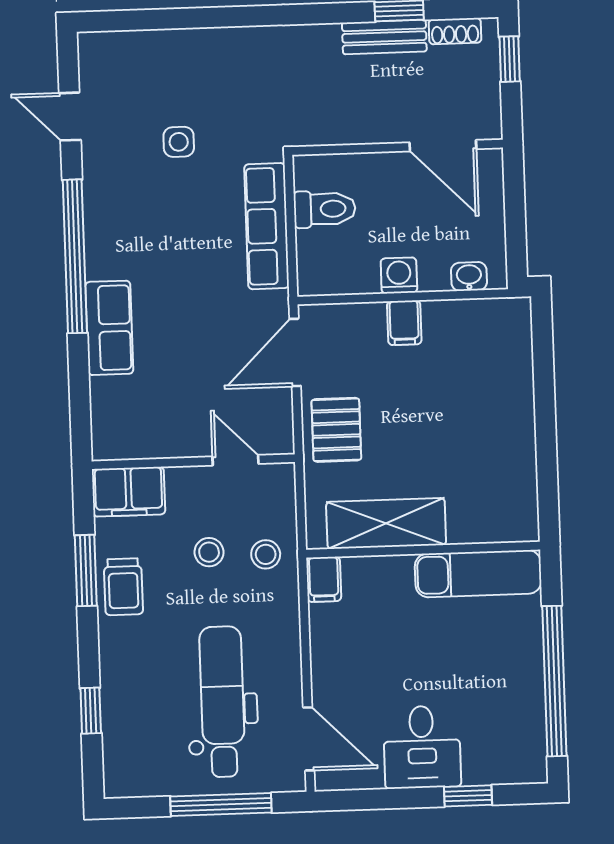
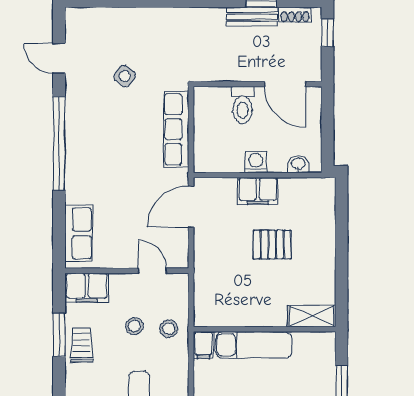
side table: (179, 142) -> (125, 76), turned 38
toilet: (325, 209) -> (243, 105), moved, turned 90
filing cabinet: (404, 323) -> (258, 191), width x2.00
row of seats: (109, 328) -> (79, 233), moved
pallet: (336, 430) -> (272, 245), moved, turned 90
shelving: (386, 523) -> (312, 316), moved, width x0.67, depth x0.75
exam couch: (478, 574) -> (254, 345), moved
trolley: (123, 587) -> (82, 345), turned 180

